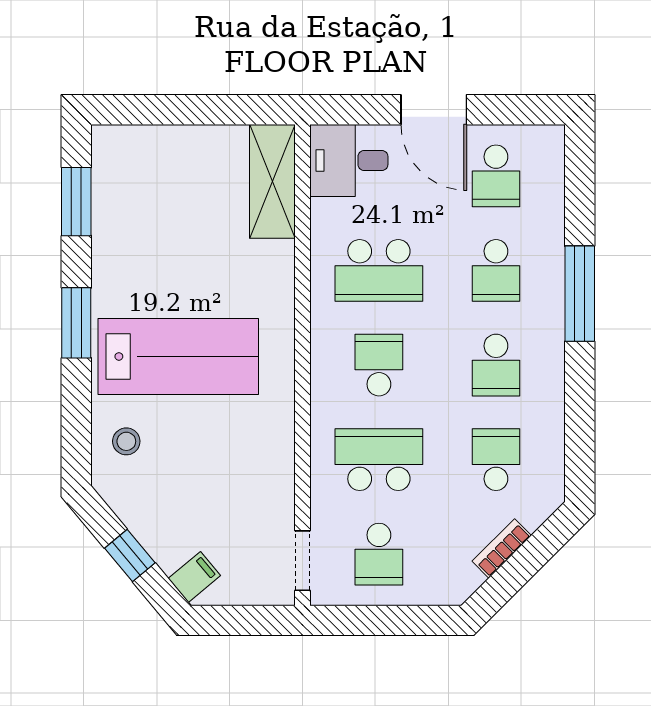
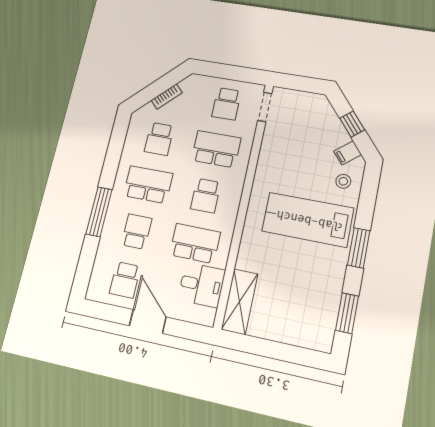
desk: (349, 160) -> (202, 285), moved
school desk: (496, 176) -> (125, 280), turned 180
school desk: (496, 365) -> (148, 185), width x1.85
school desk: (379, 460) -> (216, 149), turned 180
school desk: (379, 554) -> (226, 104), turned 180
filing cabinet: (194, 577) -> (348, 153), moved

